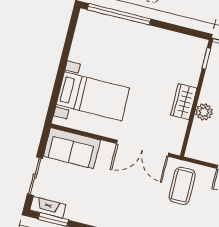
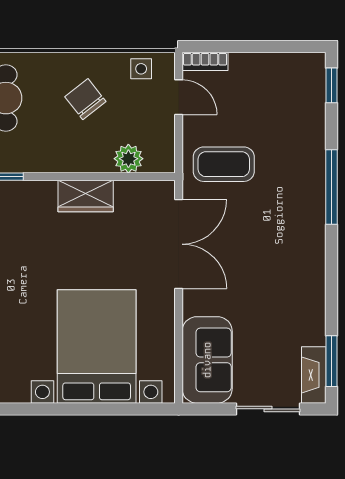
bed with nightstands: (93, 96) -> (97, 346), width x1.36
plant: (204, 112) -> (128, 159), moved

